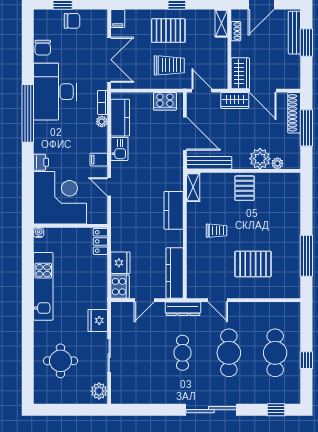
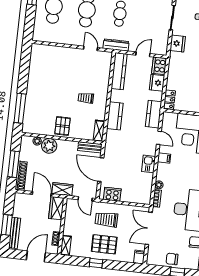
kitchen counter: (120, 118) -> (154, 114), moved
bench: (209, 163) -> (90, 147), width x0.73
window: (306, 256) -> (20, 108), moved
pallet: (253, 264) -> (63, 71), removed

